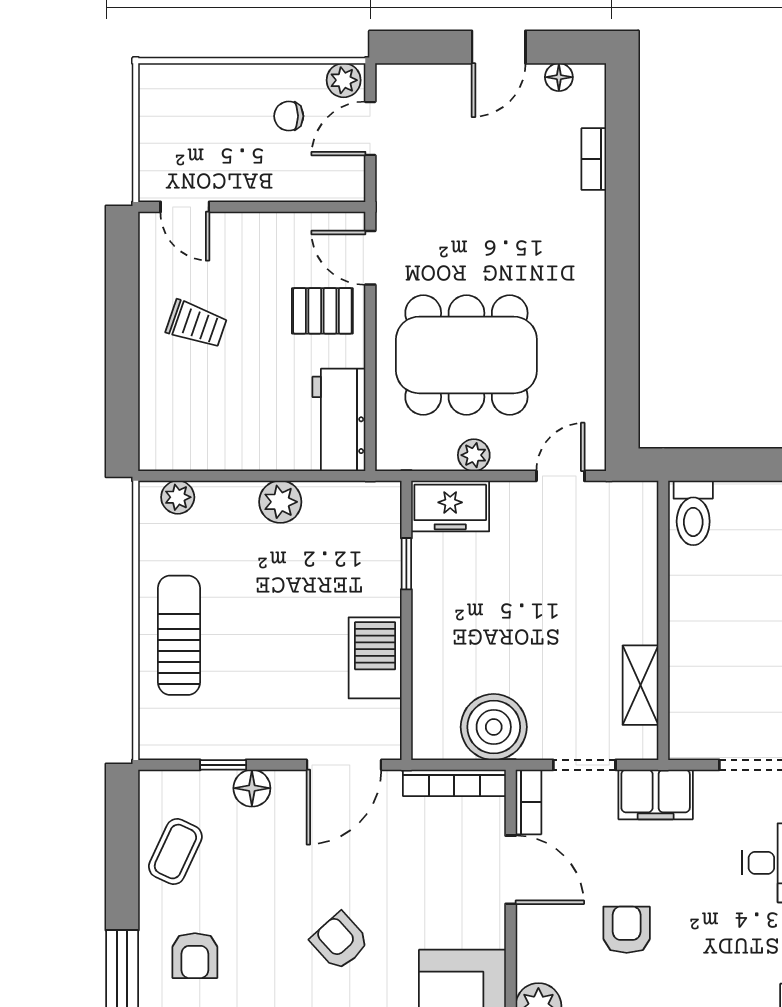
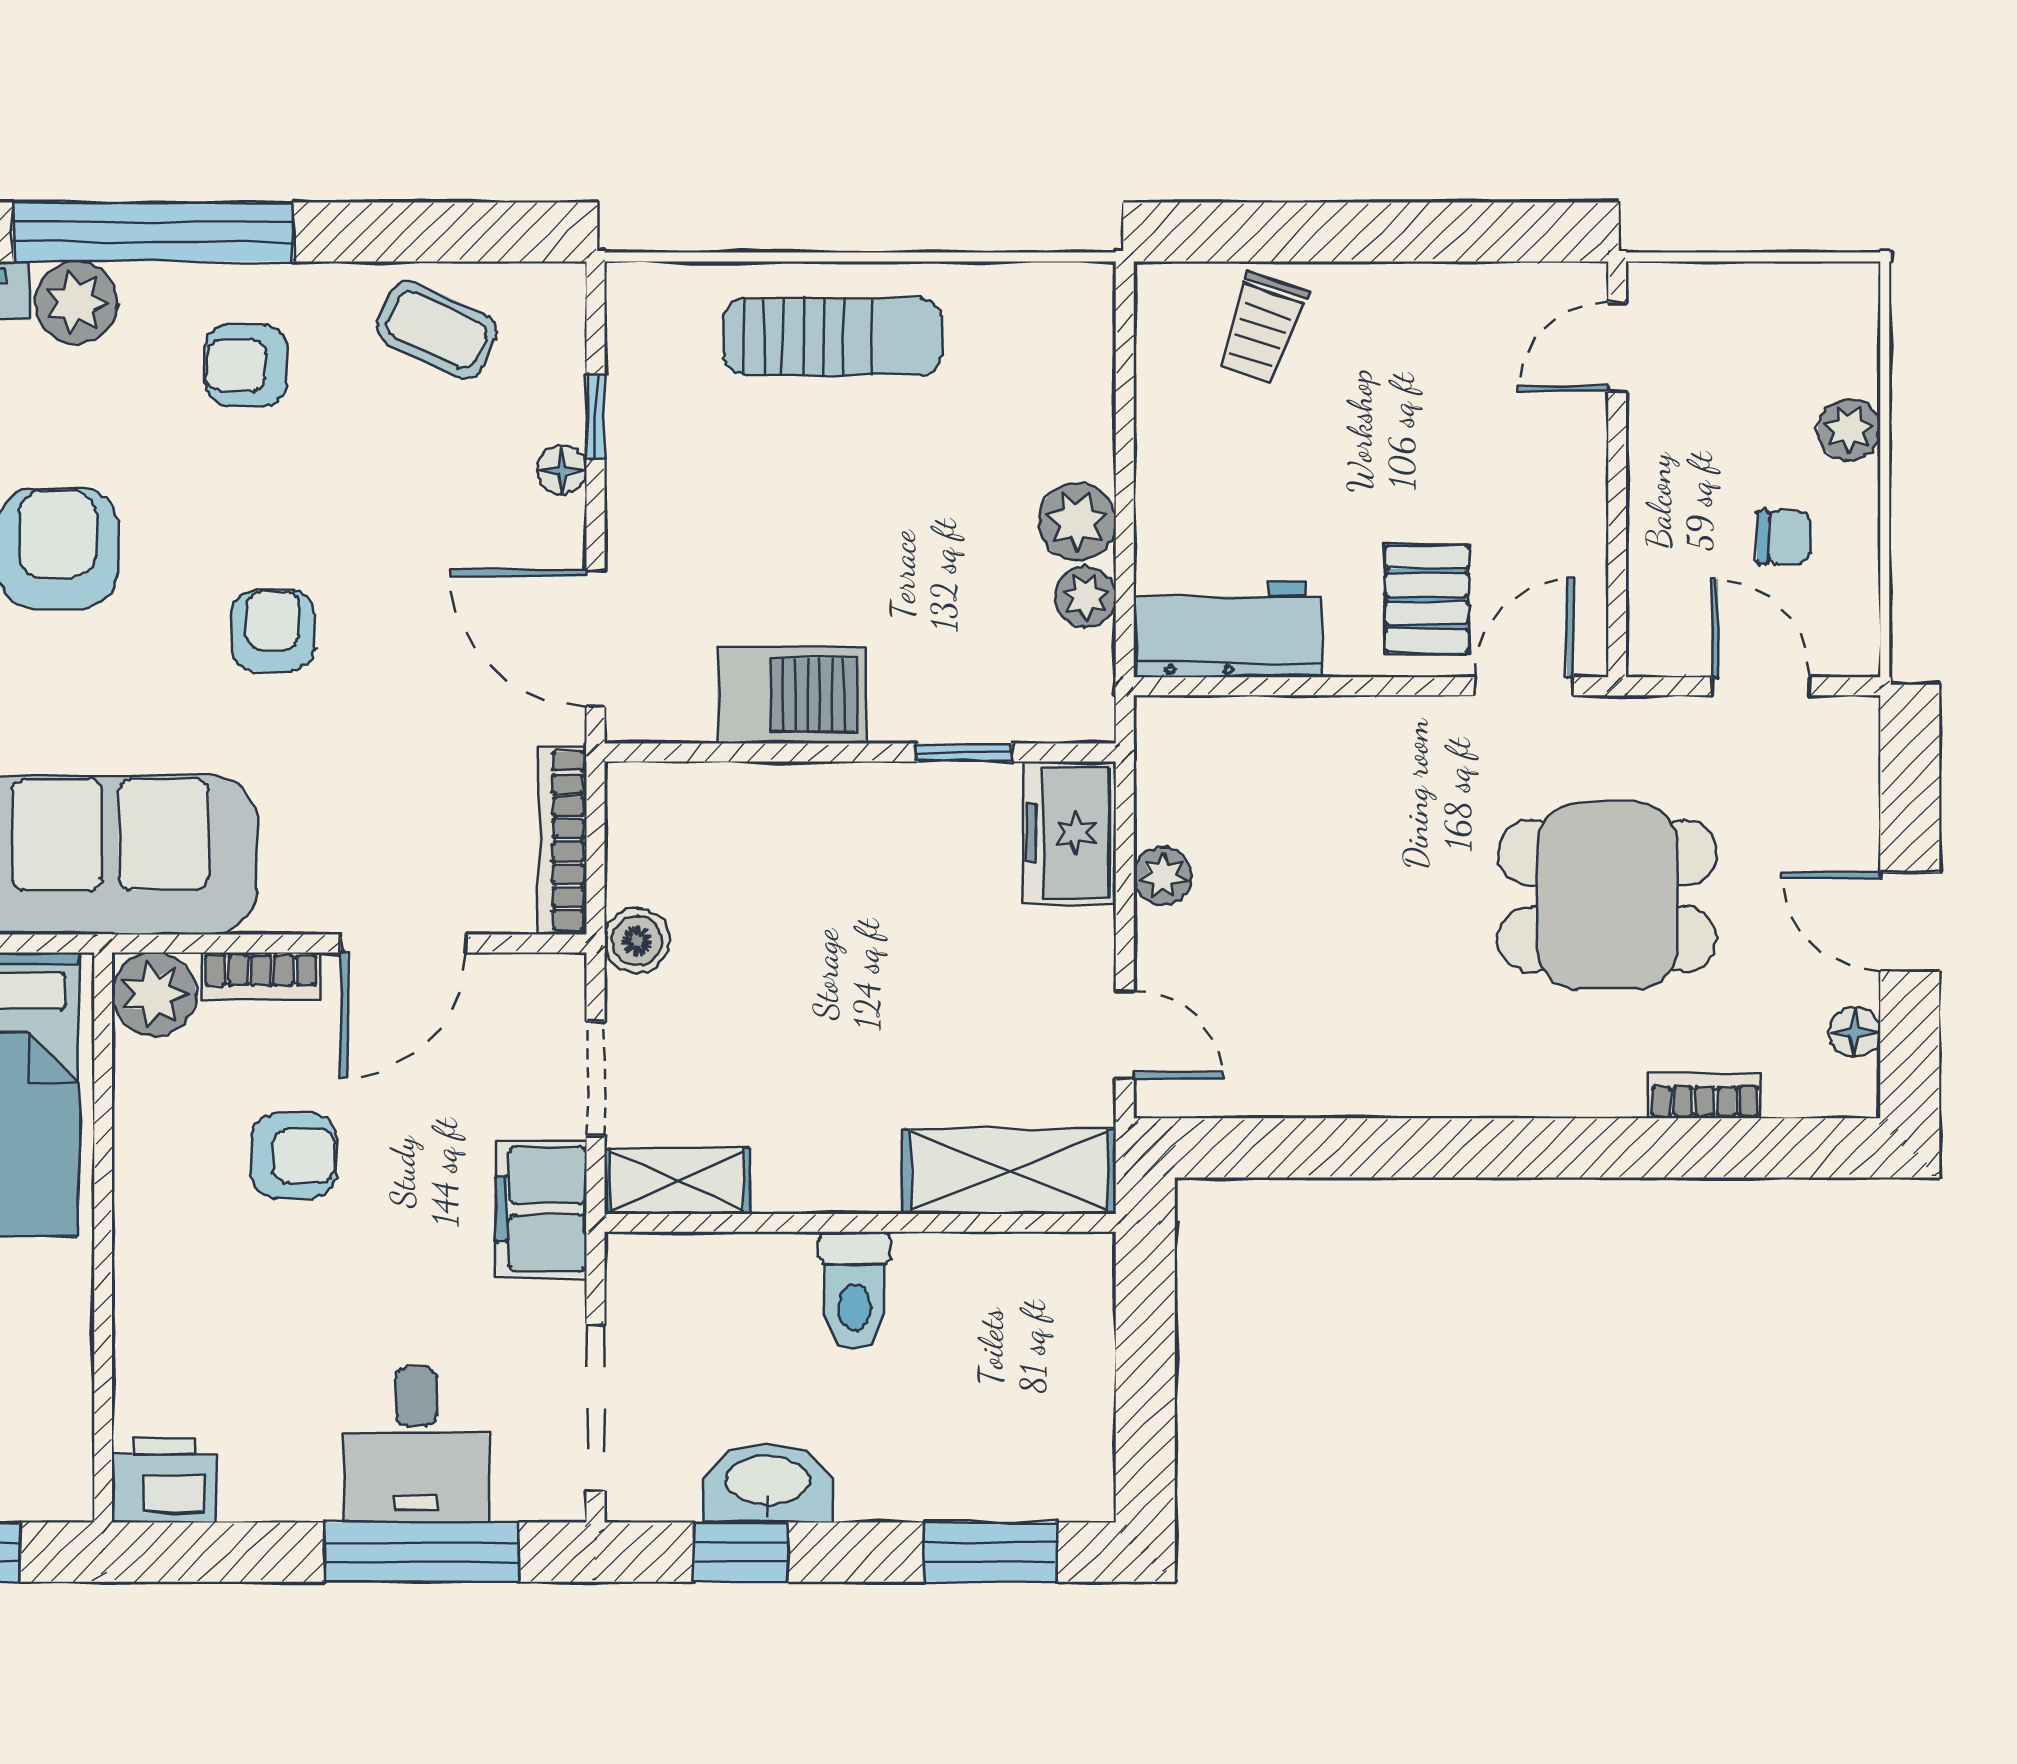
plant: (344, 80) -> (1849, 430), moved
chair: (289, 116) -> (1784, 537), turned 90
trolley: (196, 324) -> (1263, 328), moved
dining table: (466, 355) -> (1607, 896), moved, width x0.73
plant: (178, 497) -> (1086, 597), moved
toilet: (693, 513) -> (855, 1291), moved, turned -90
shelving: (635, 539) -> (1009, 1171), added
shelving: (641, 685) -> (677, 1181), moved
boiler: (494, 727) -> (637, 941), width x0.54, depth x0.54
floor lamp: (252, 788) -> (562, 470), width x0.73, depth x0.73
bookcase: (528, 802) -> (261, 976), moved
armchair: (340, 941) -> (273, 631), turned -48

